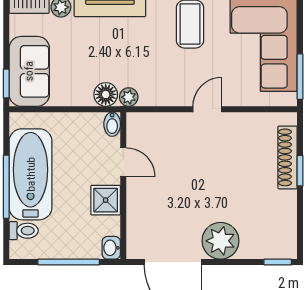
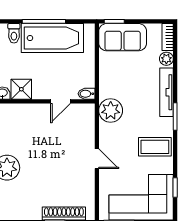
floor lamp: (106, 94) -> (107, 89), removed
plant: (129, 97) -> (111, 110), width x1.88, depth x1.88
shower: (106, 200) -> (21, 89), moved

